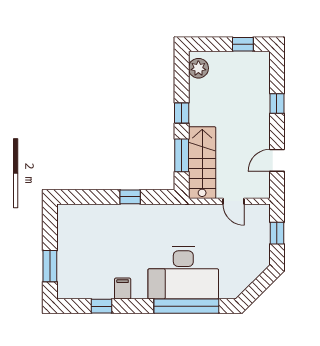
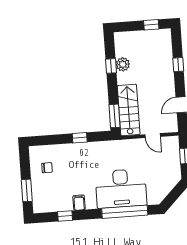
plant: (198, 68) -> (123, 64), moved
window: (182, 113) -> (111, 66), moved
window: (182, 155) -> (115, 116), moved
chair: (81, 236) -> (47, 168), added

